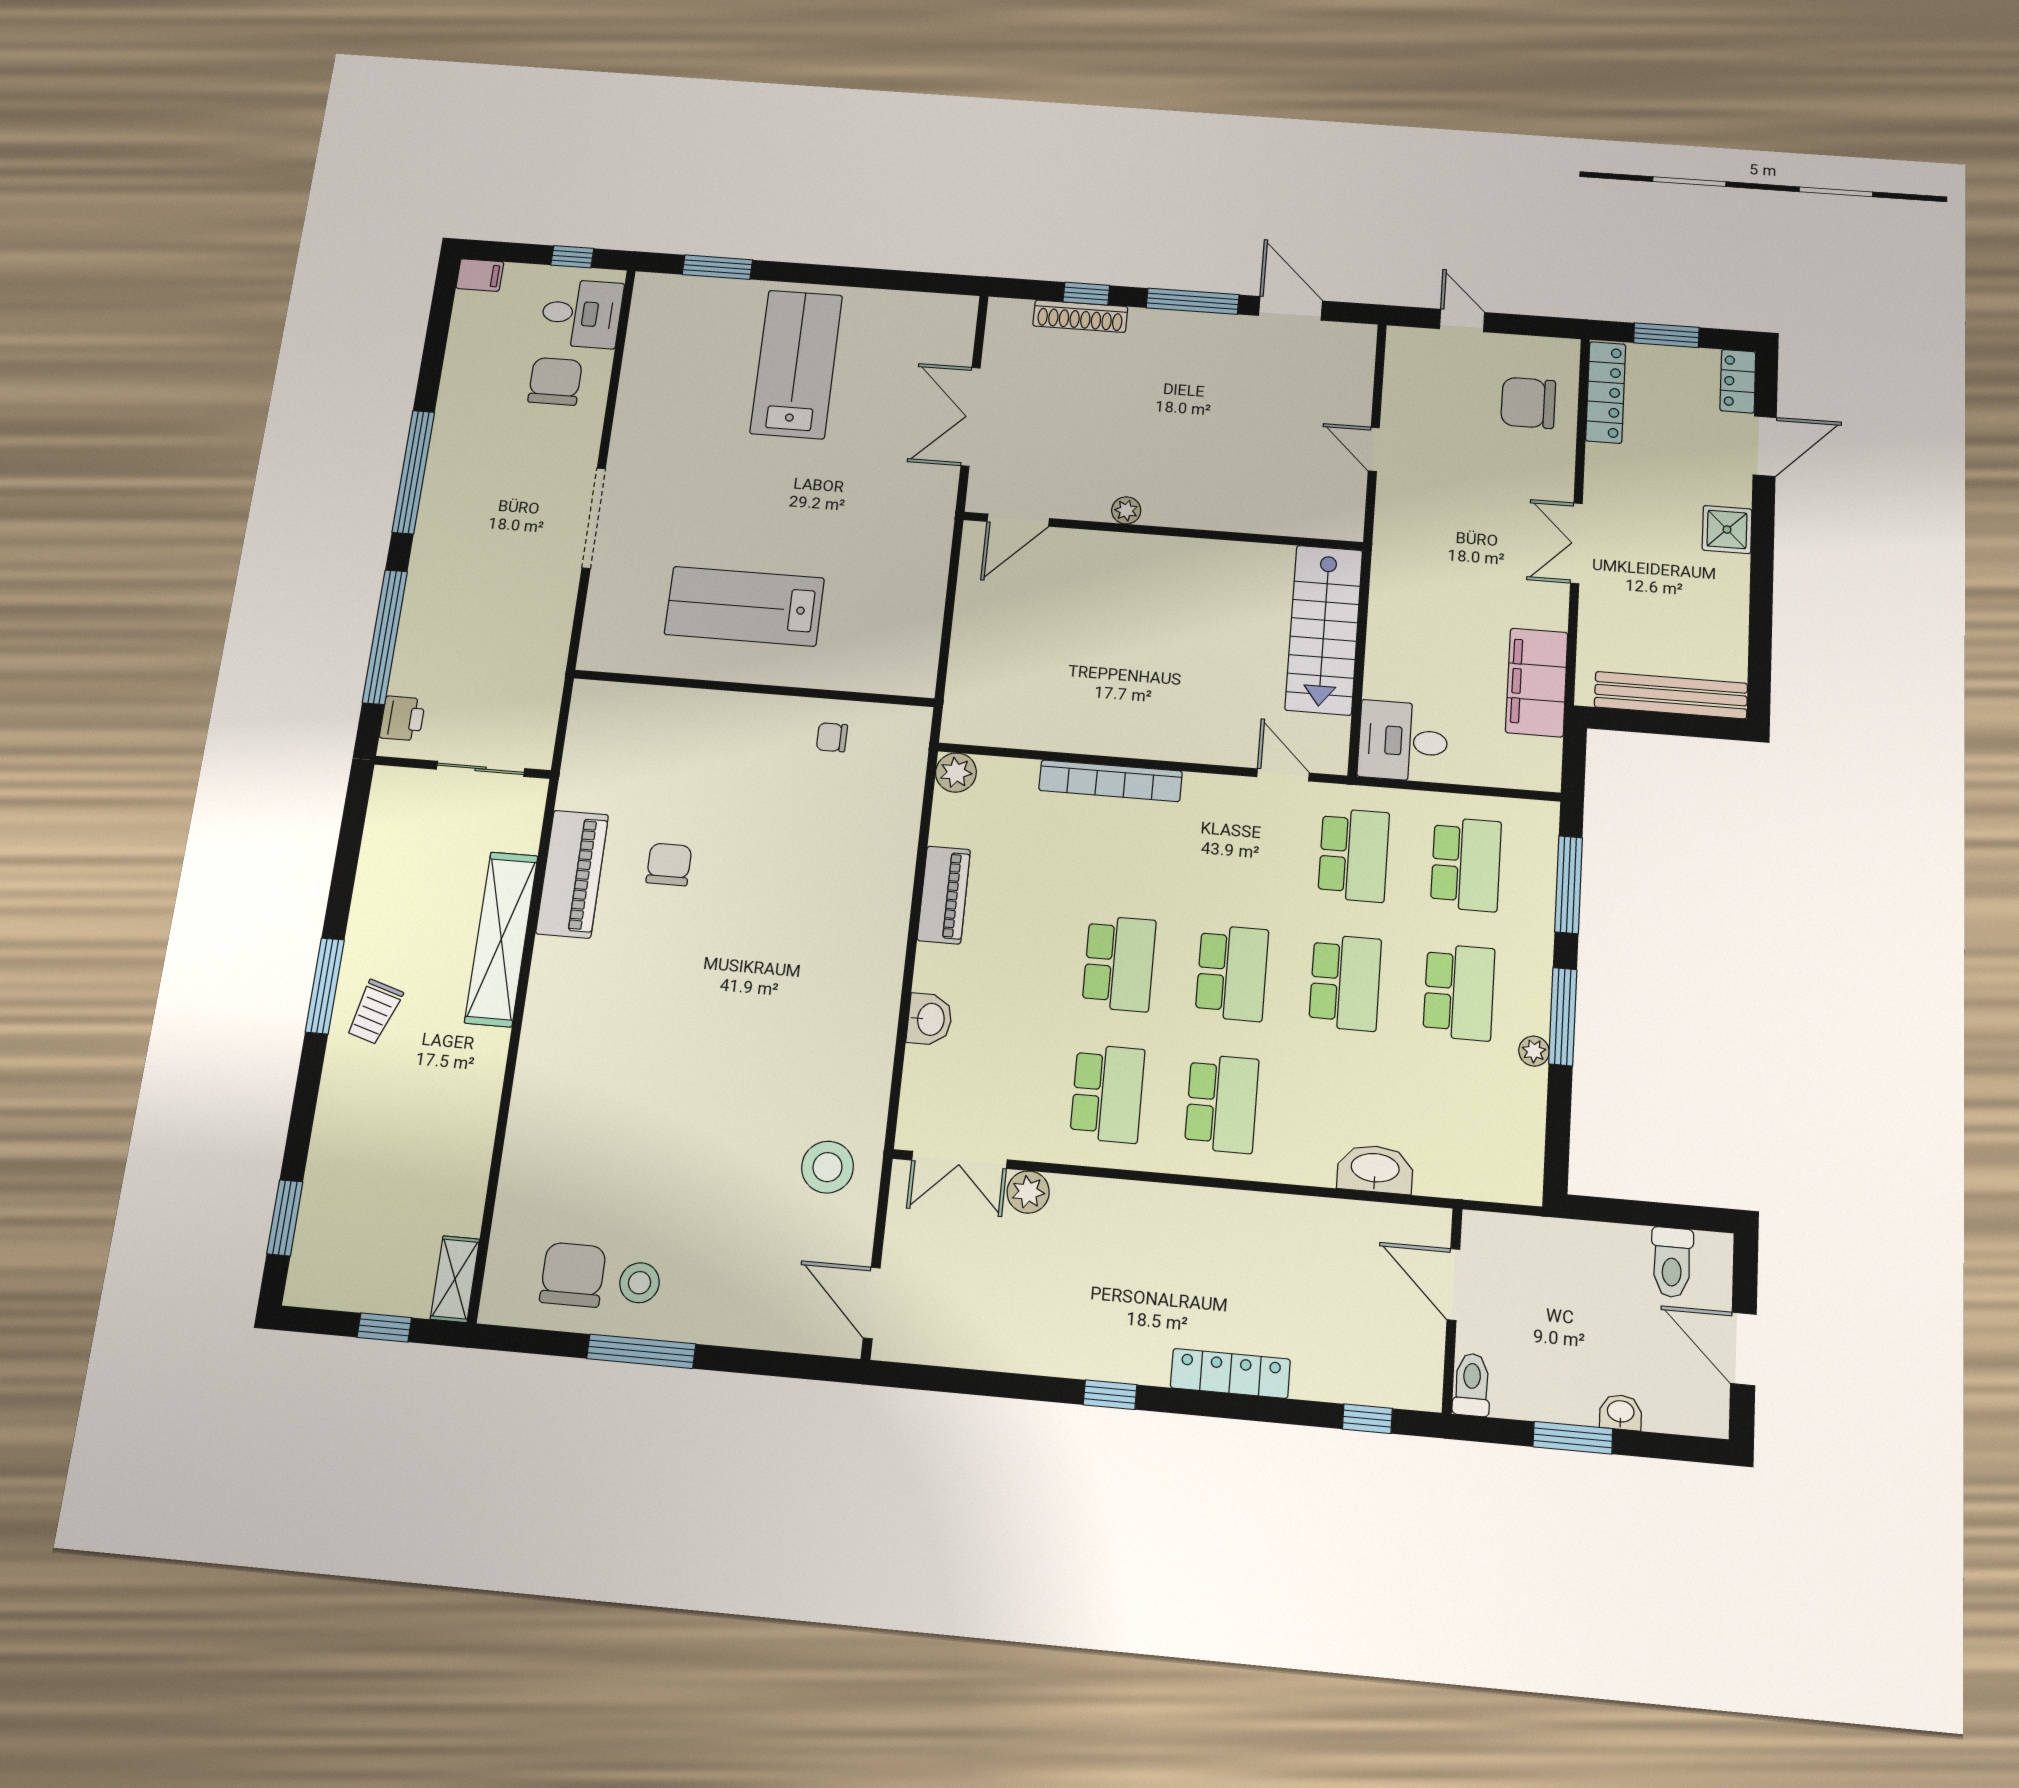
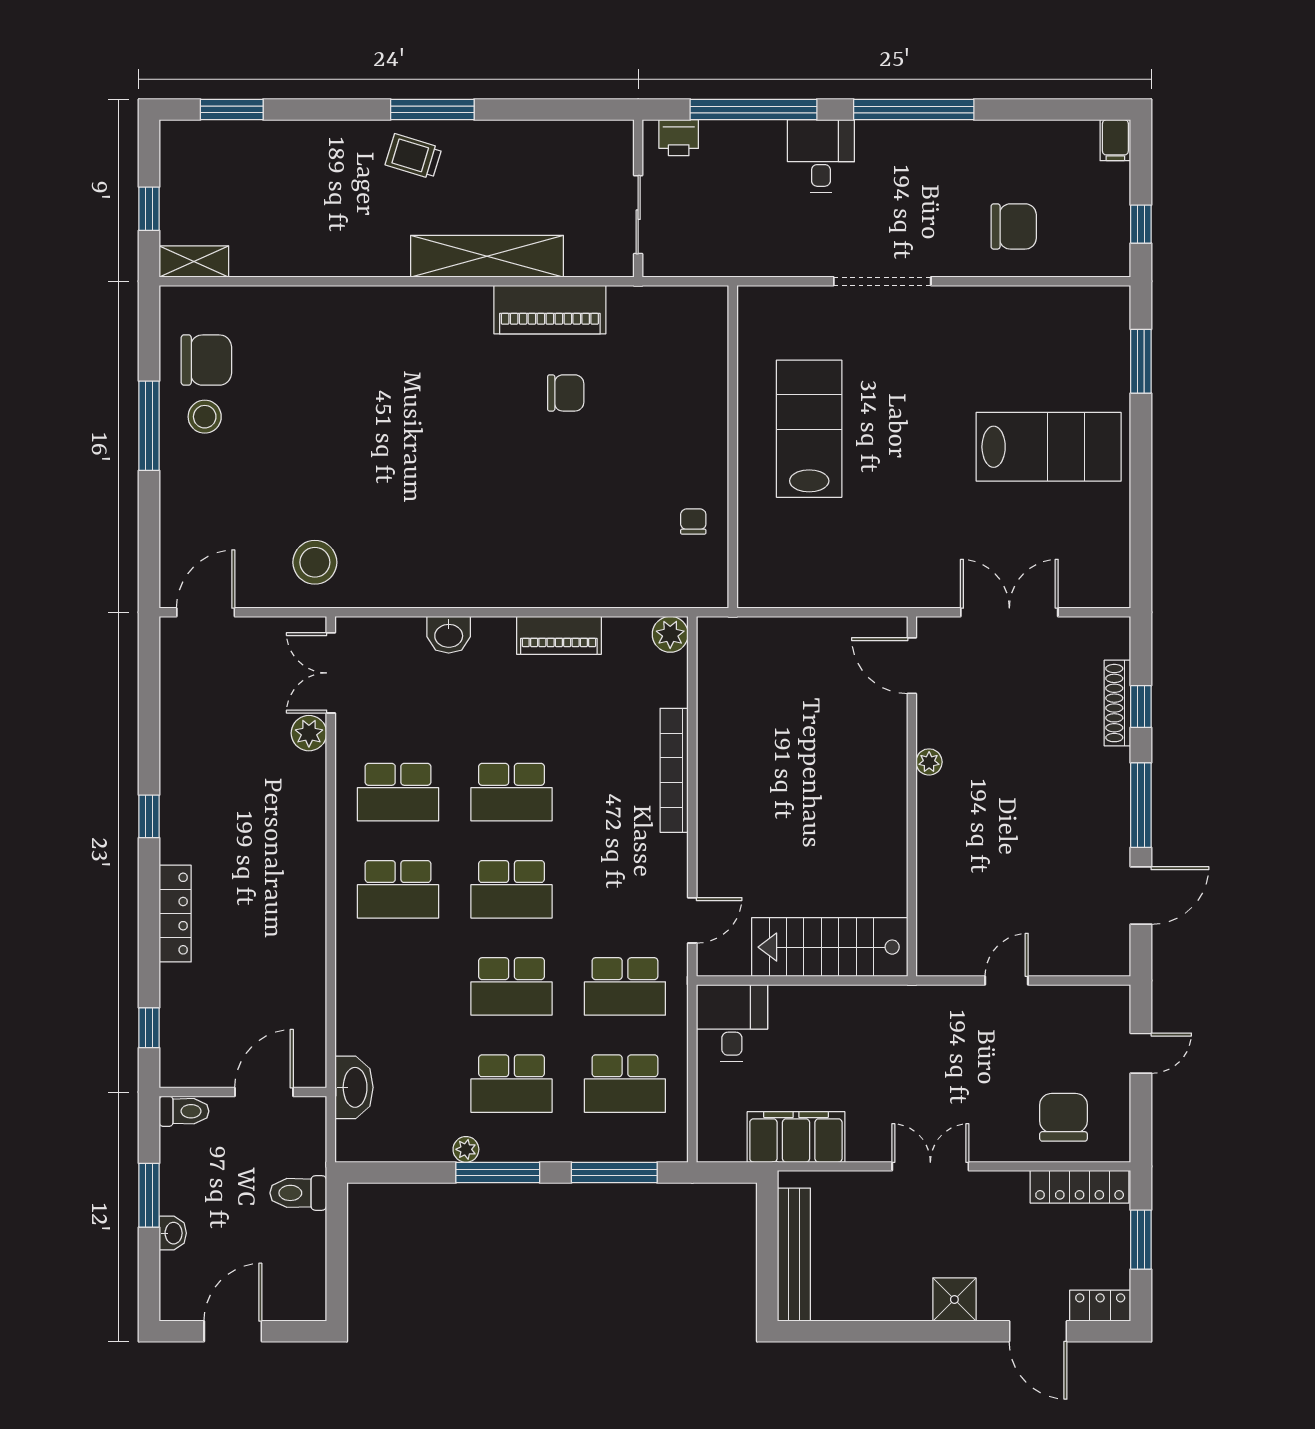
desk: (581, 314) -> (821, 156), moved, turned 180
washbasin: (1375, 1169) -> (354, 1087), moved
toilet: (1672, 1262) -> (298, 1193), moved

